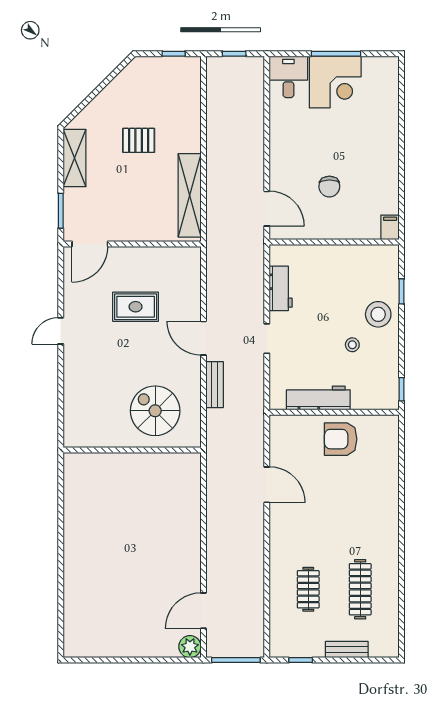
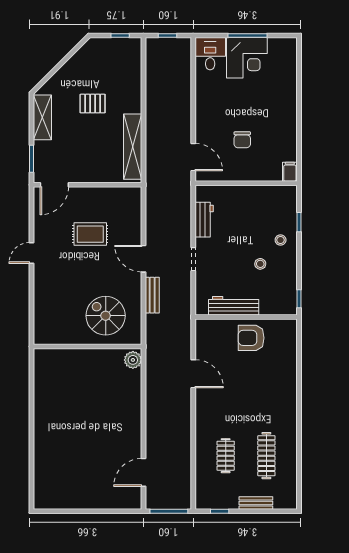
stool: (378, 314) -> (281, 240), width x0.53, depth x0.53
plant: (190, 647) -> (133, 360), moved

